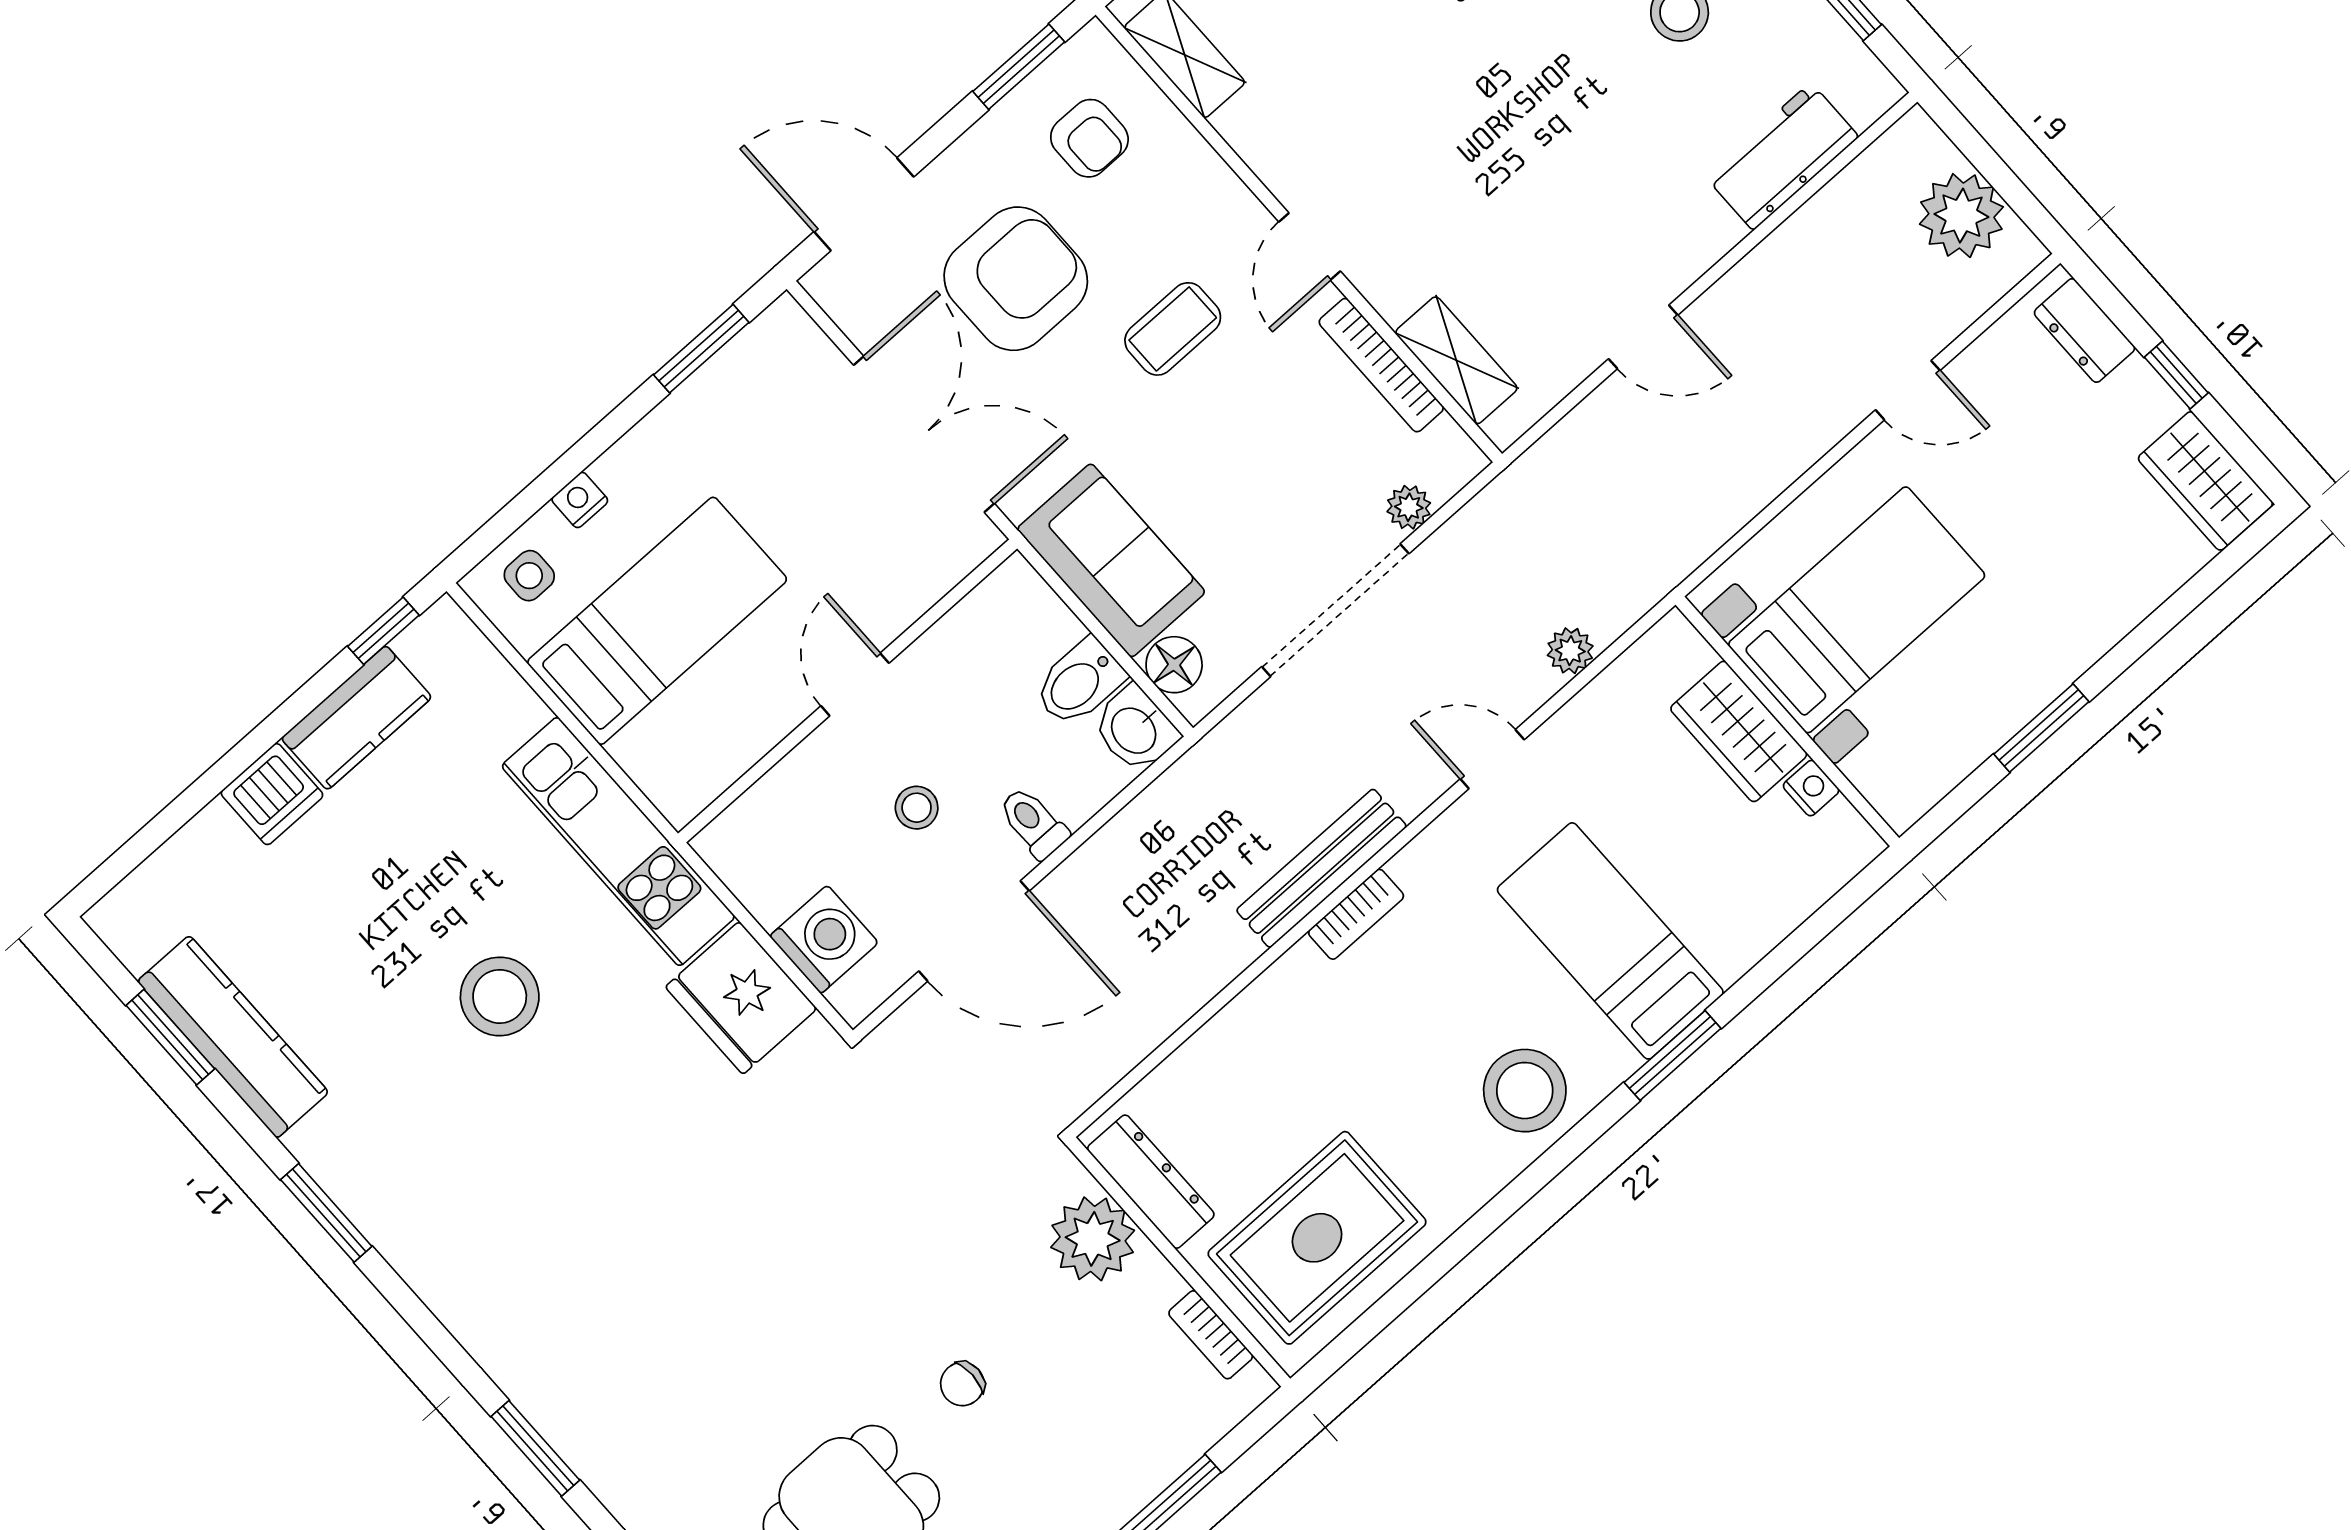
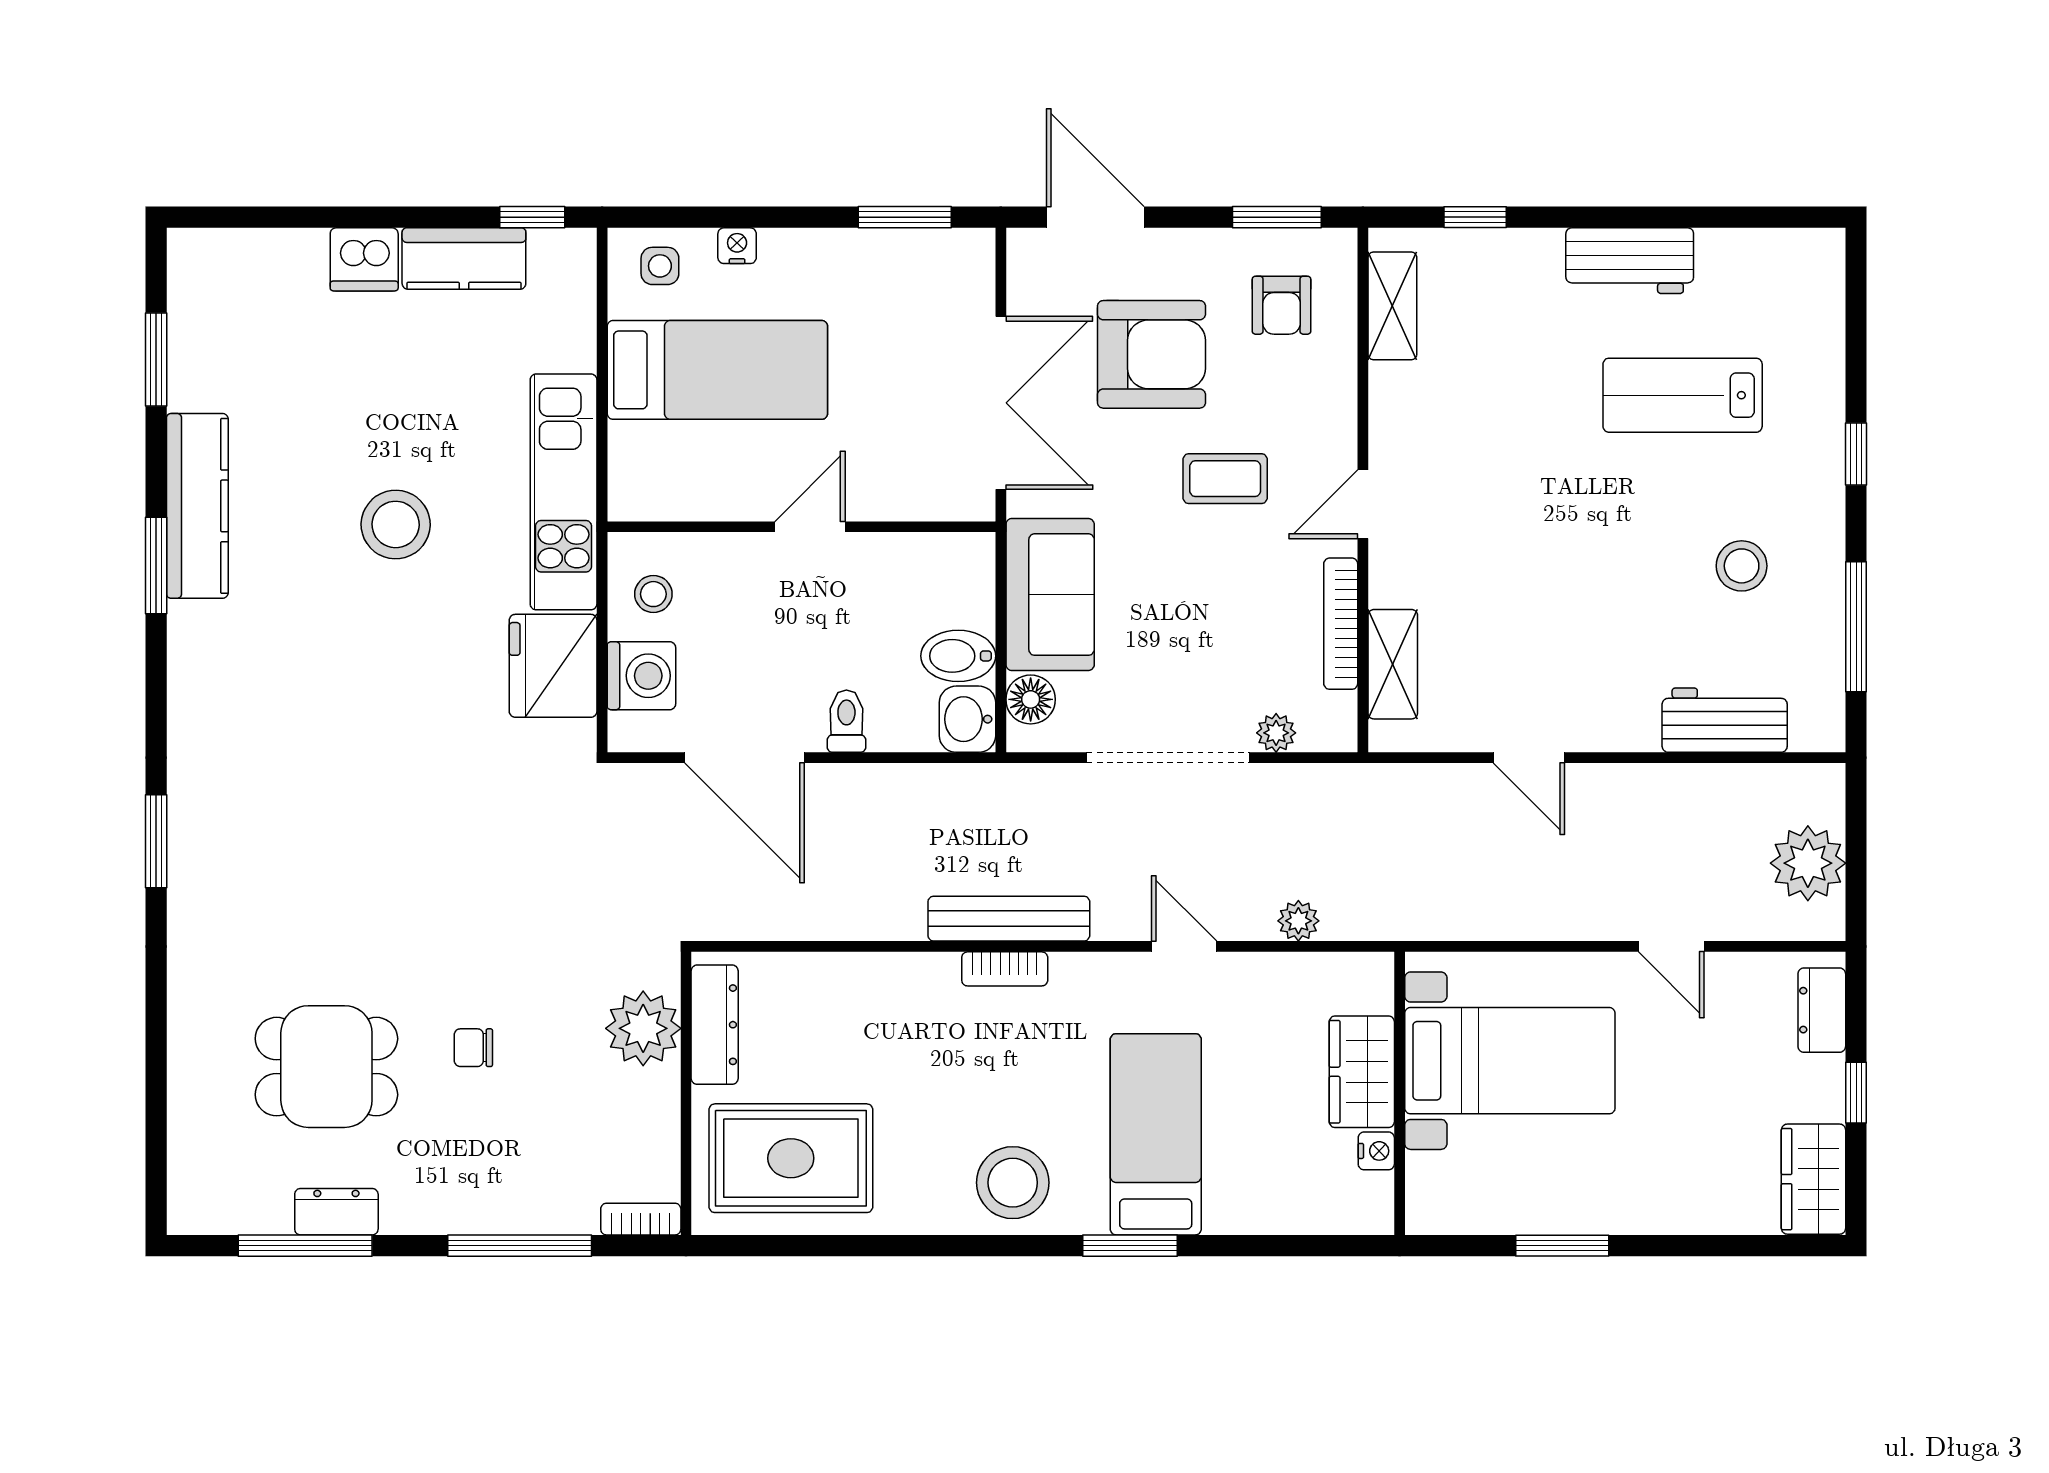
stool: (917, 808) -> (653, 594), moved
kitchen counter: (233, 1037) -> (197, 506), moved
bookcase: (1211, 1335) -> (641, 1219), moved, turned 90

